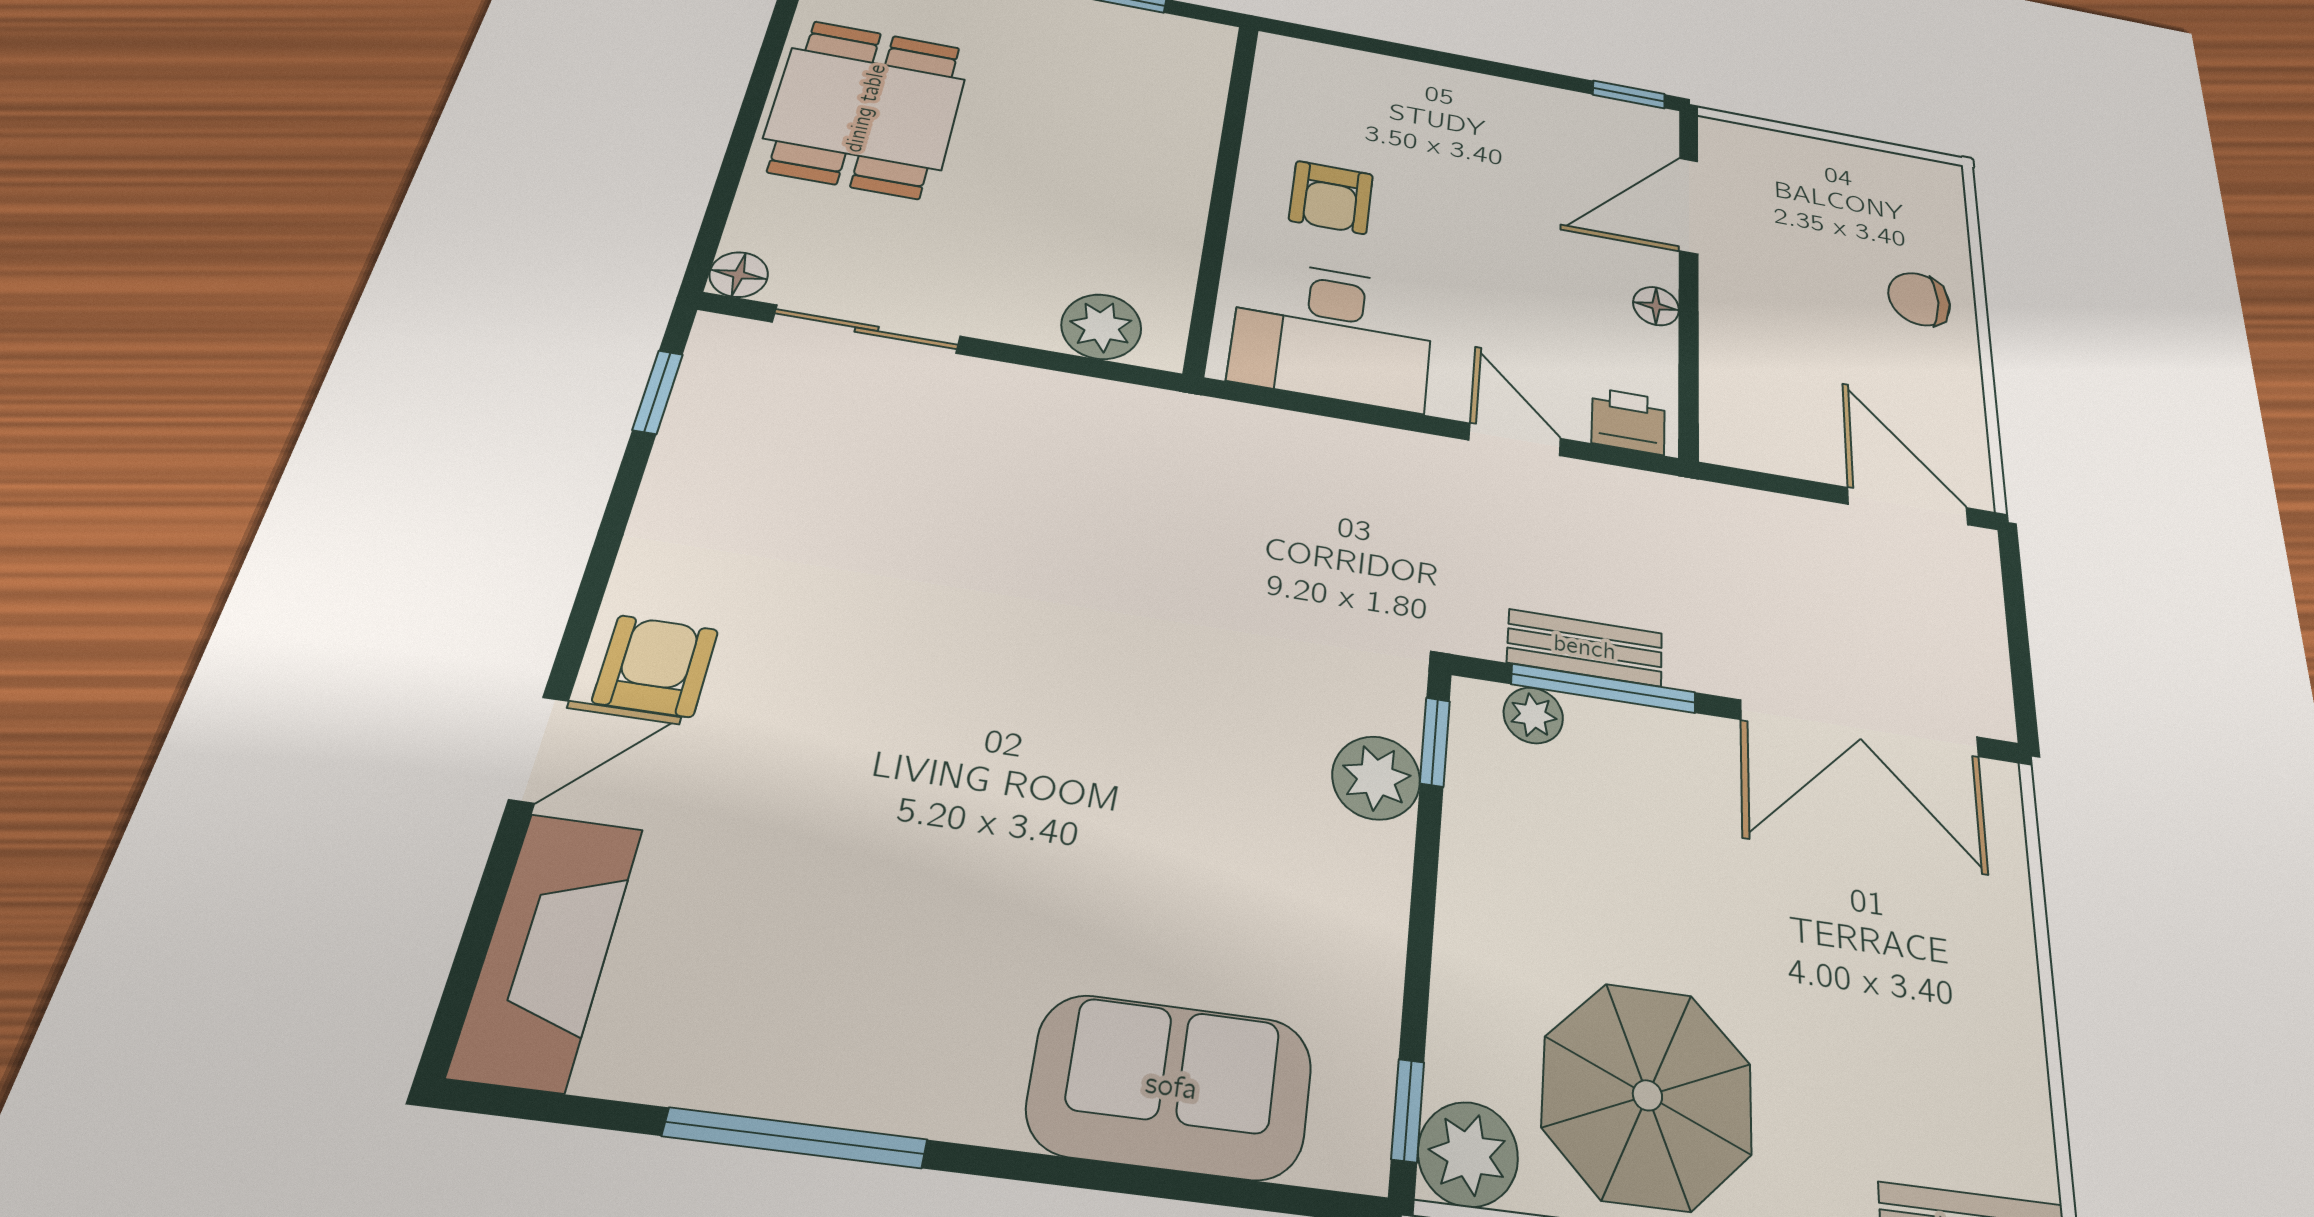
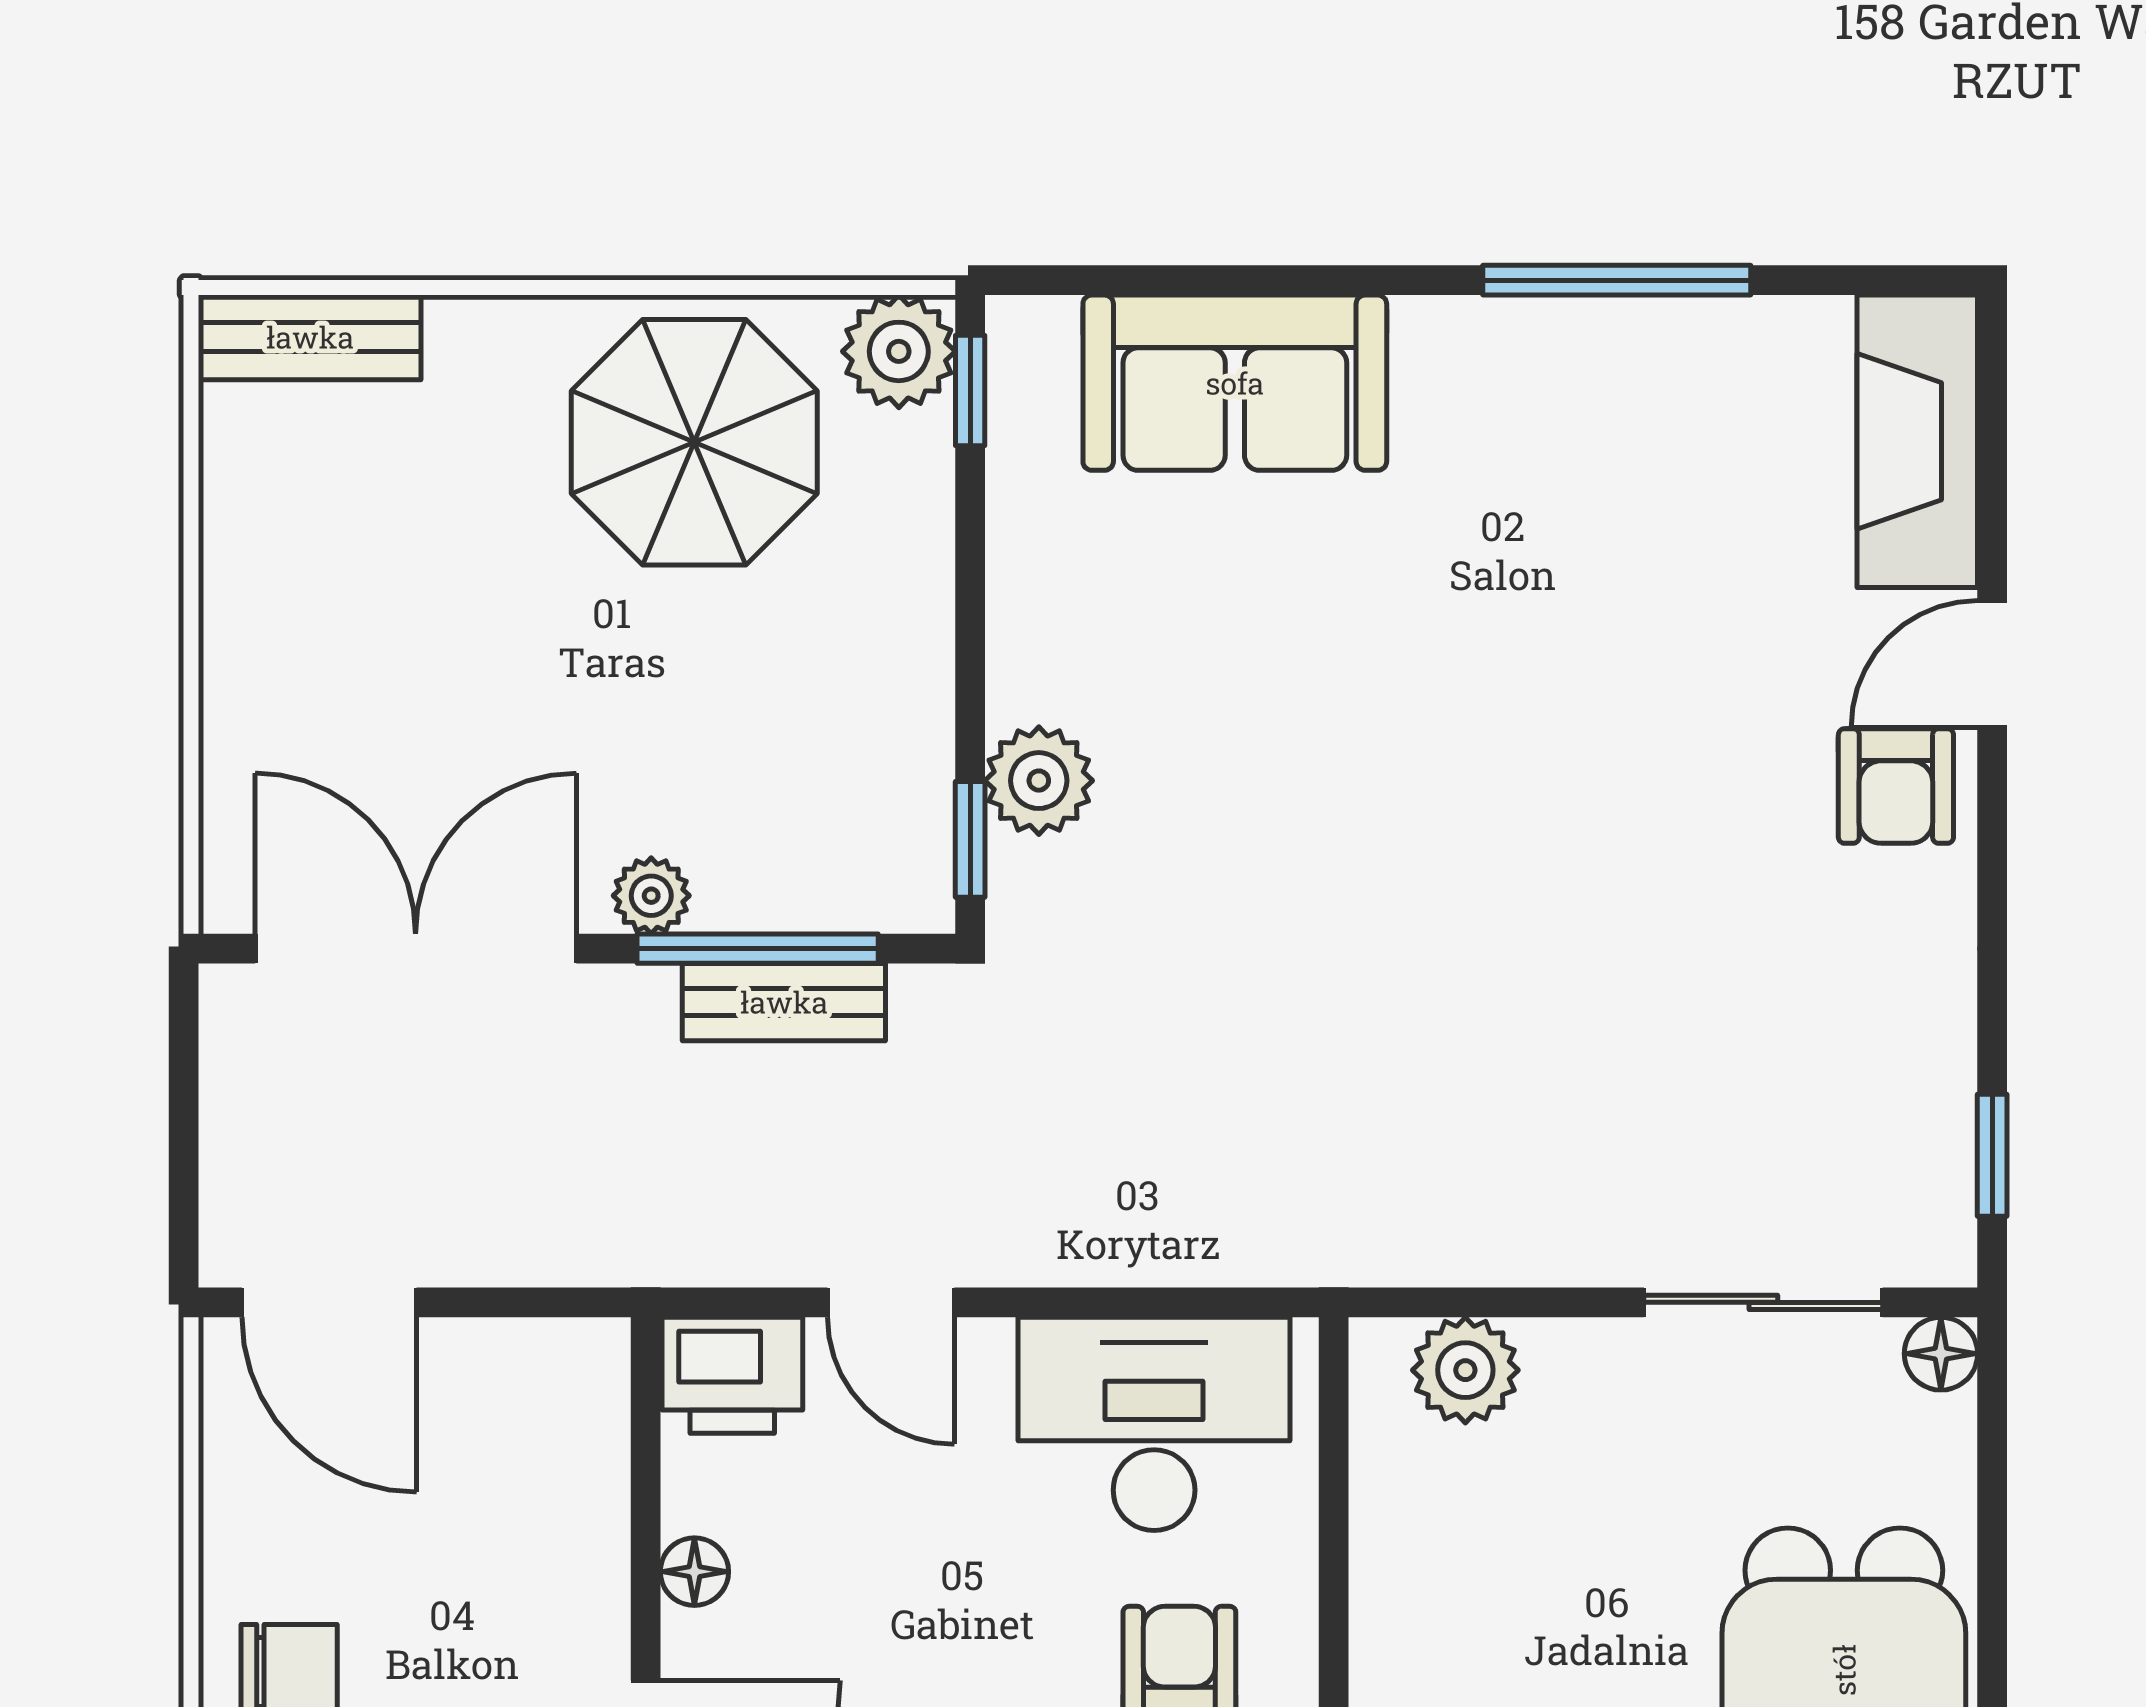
printer: (1628, 421) -> (732, 1375), width x1.36, depth x1.24
plant: (1533, 715) -> (651, 896), moved

